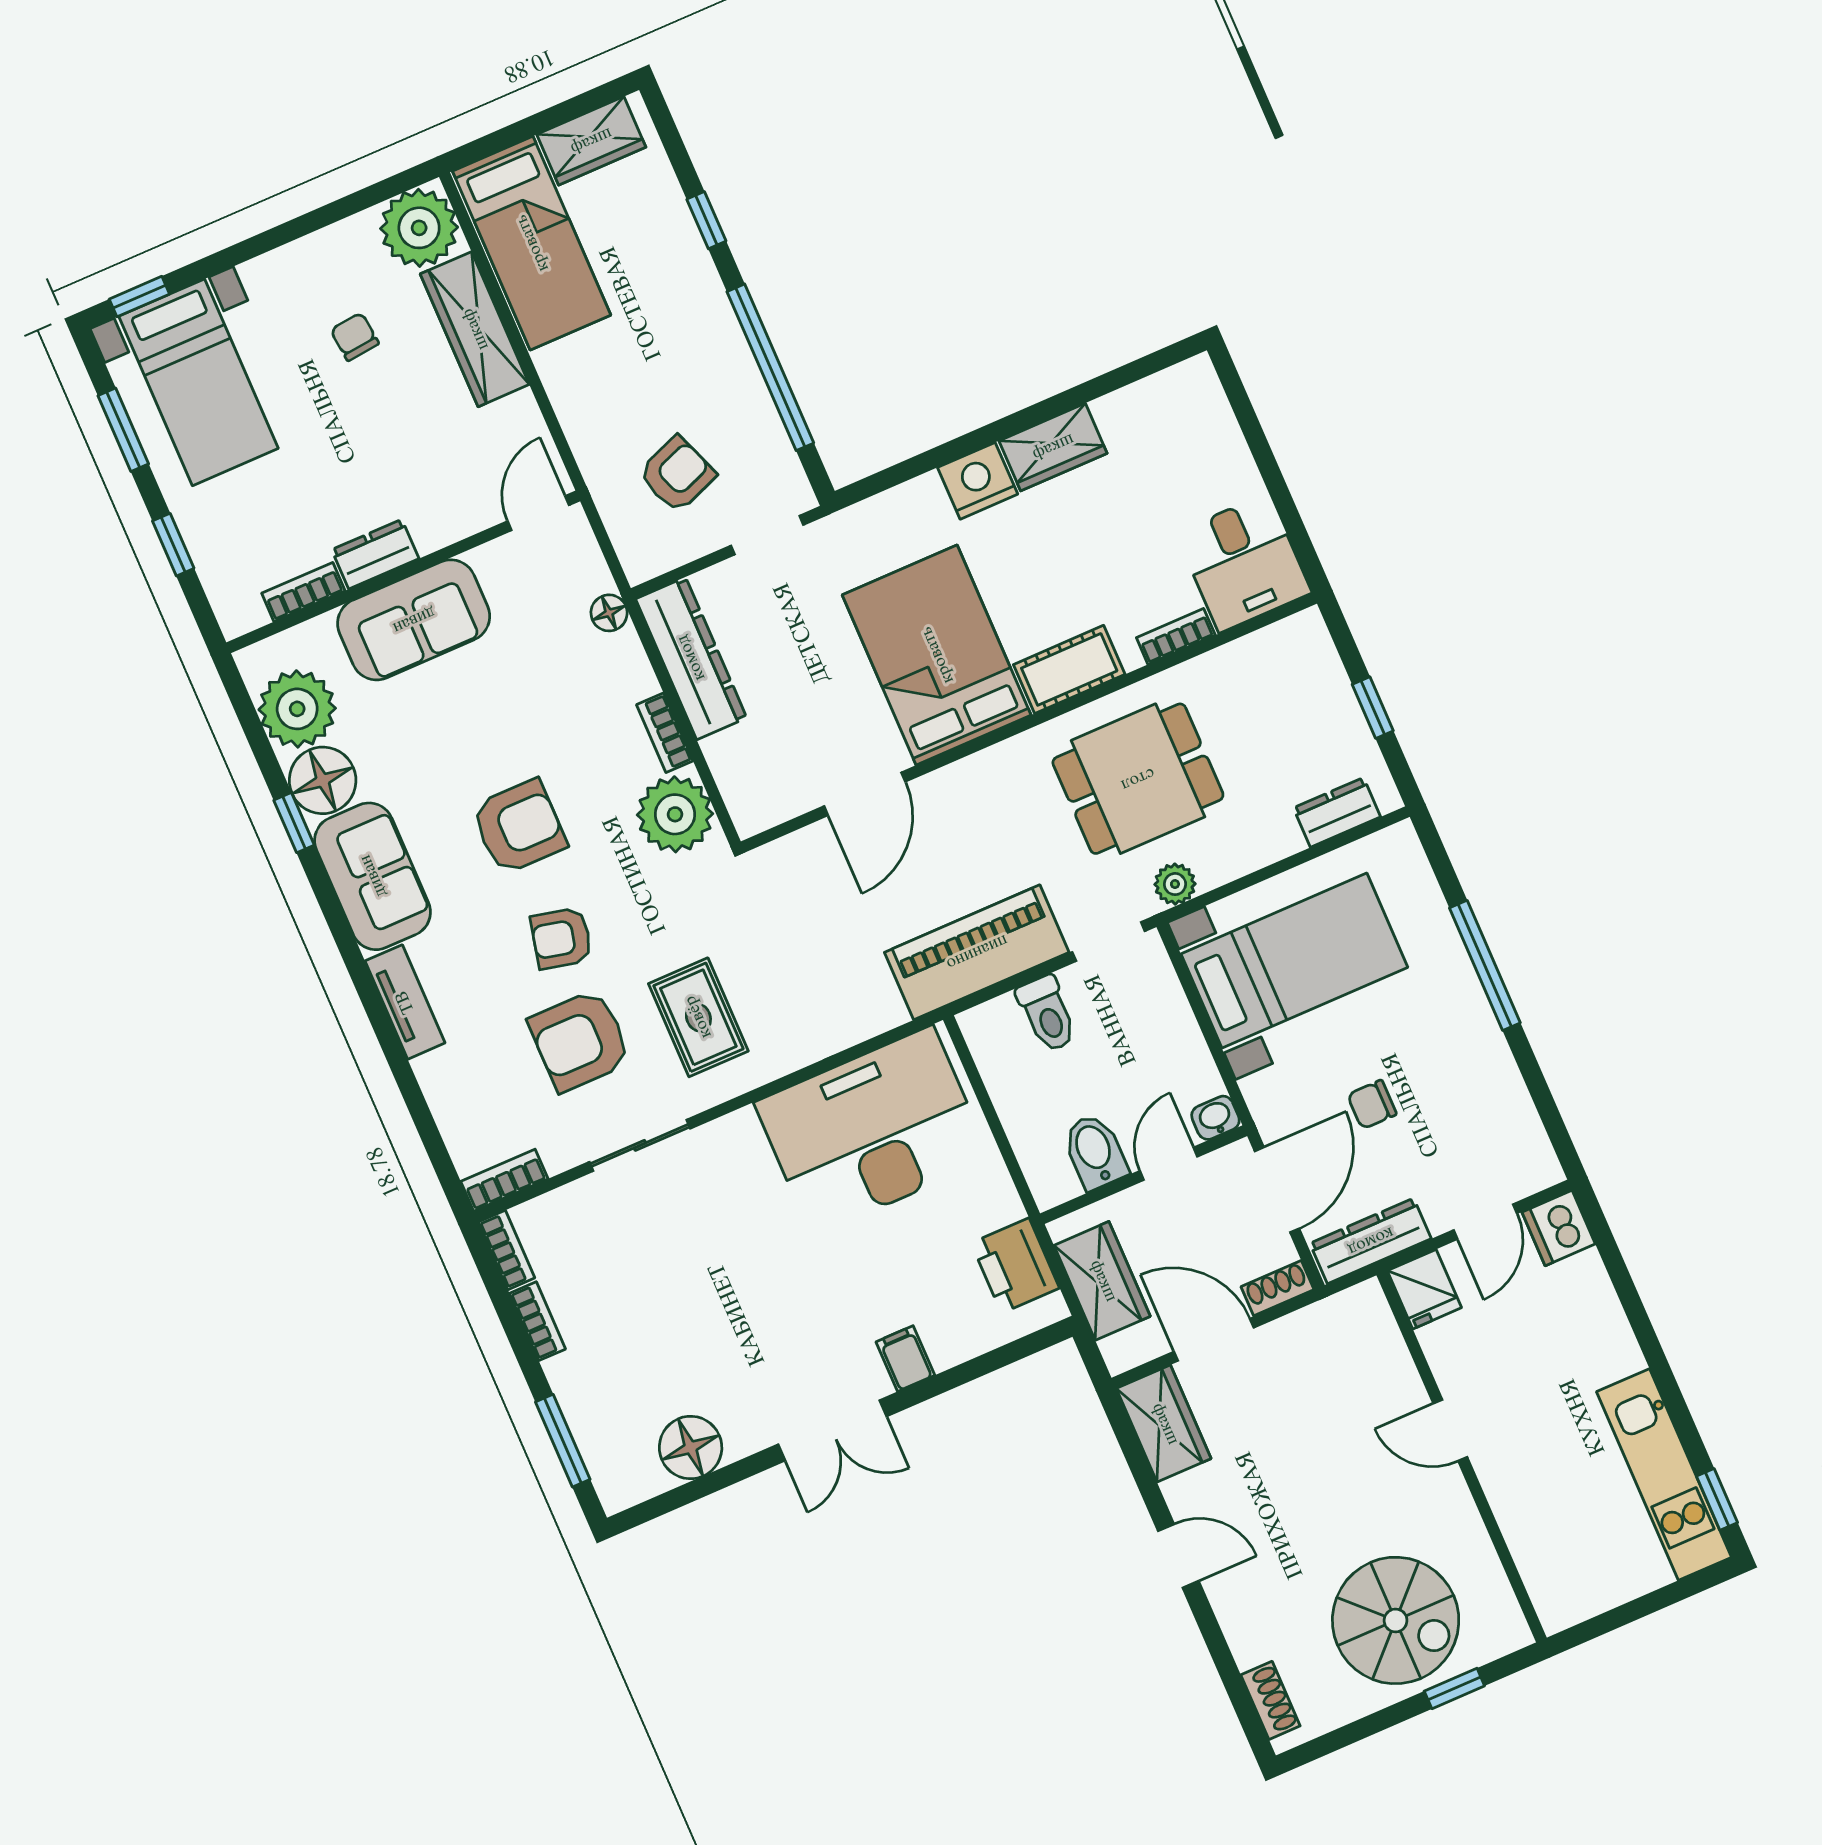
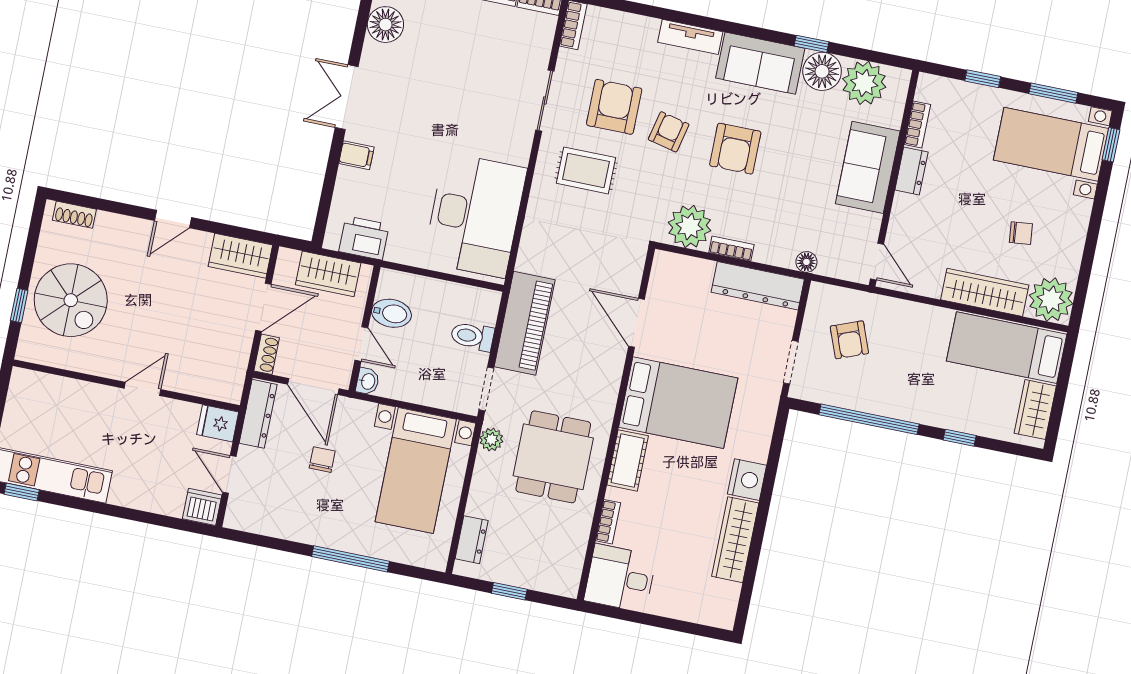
wardrobe: (1053, 447) -> (735, 540), width x1.50
spiral stairs: (1396, 1620) -> (71, 300), turned -90

